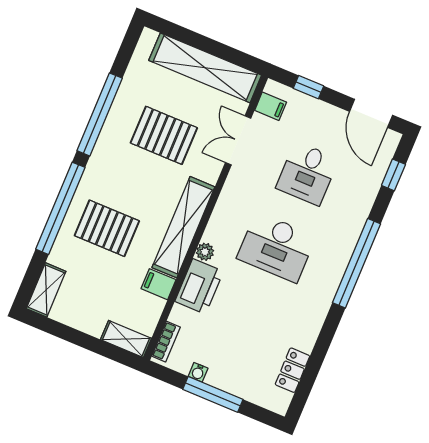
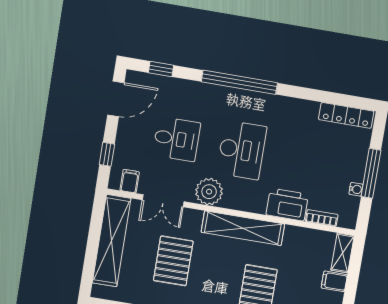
plant: (205, 252) -> (209, 192), moved, width x1.88, depth x1.88
filing cabinet: (158, 284) -> (334, 281), moved, turned 90
bookcase: (166, 342) -> (322, 218), moved
locker: (292, 370) -> (346, 115), width x1.53

